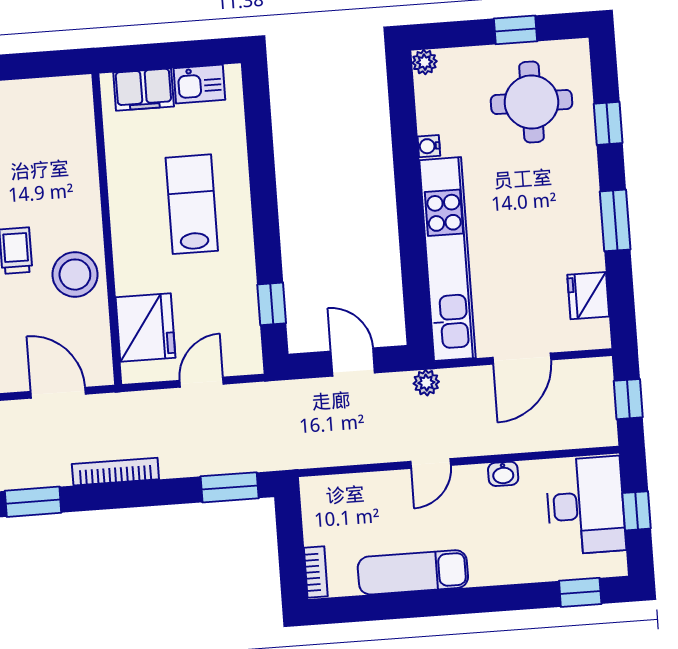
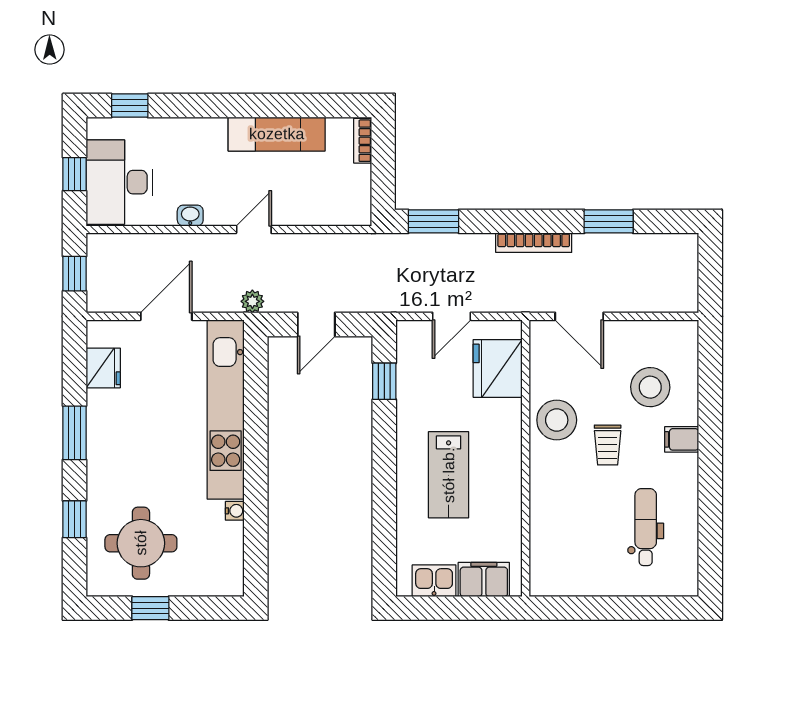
plant: (425, 62) -> (233, 586), removed
door: (353, 362) -> (316, 324), hinge flipped

